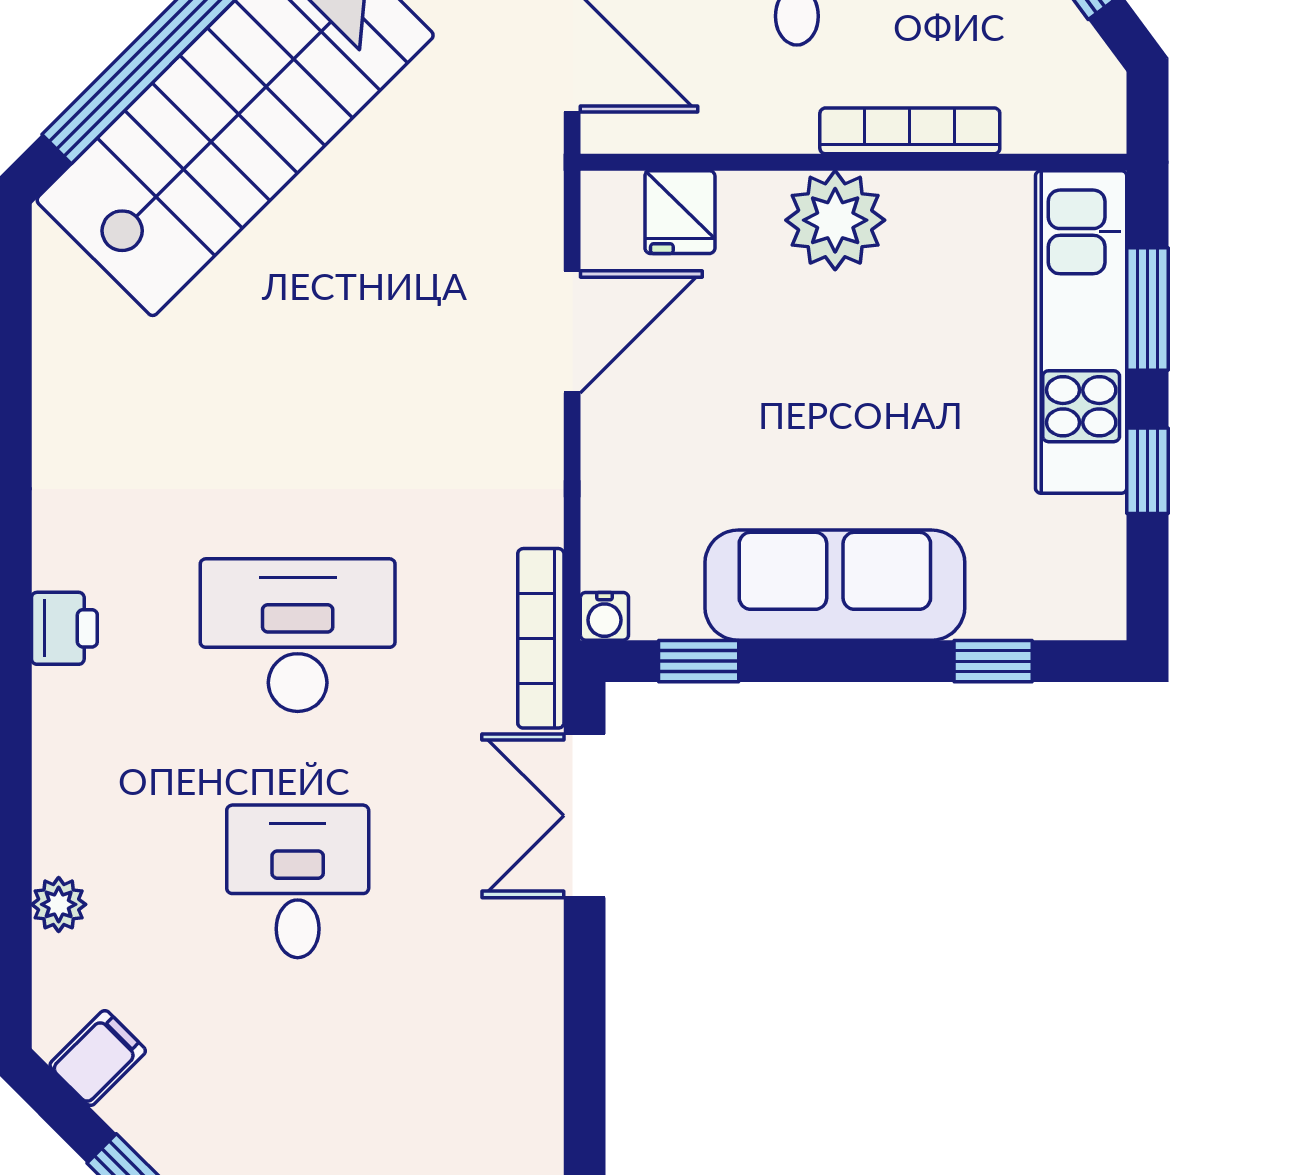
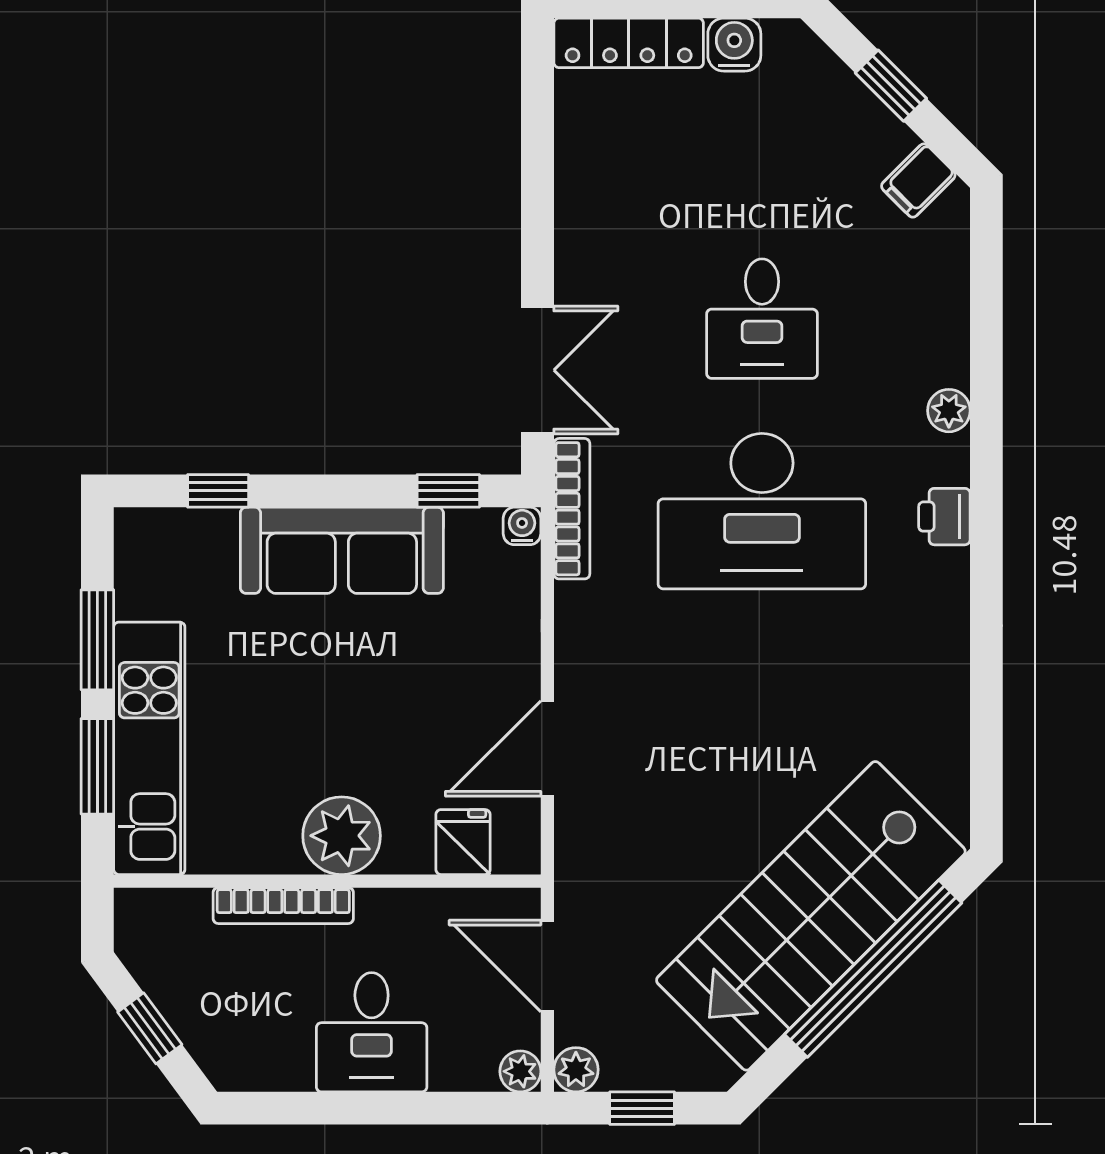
window: (1147, 471) -> (97, 640), width x1.50
desk: (298, 635) -> (762, 511), width x1.36, depth x1.30
plant: (59, 904) -> (949, 411), moved

